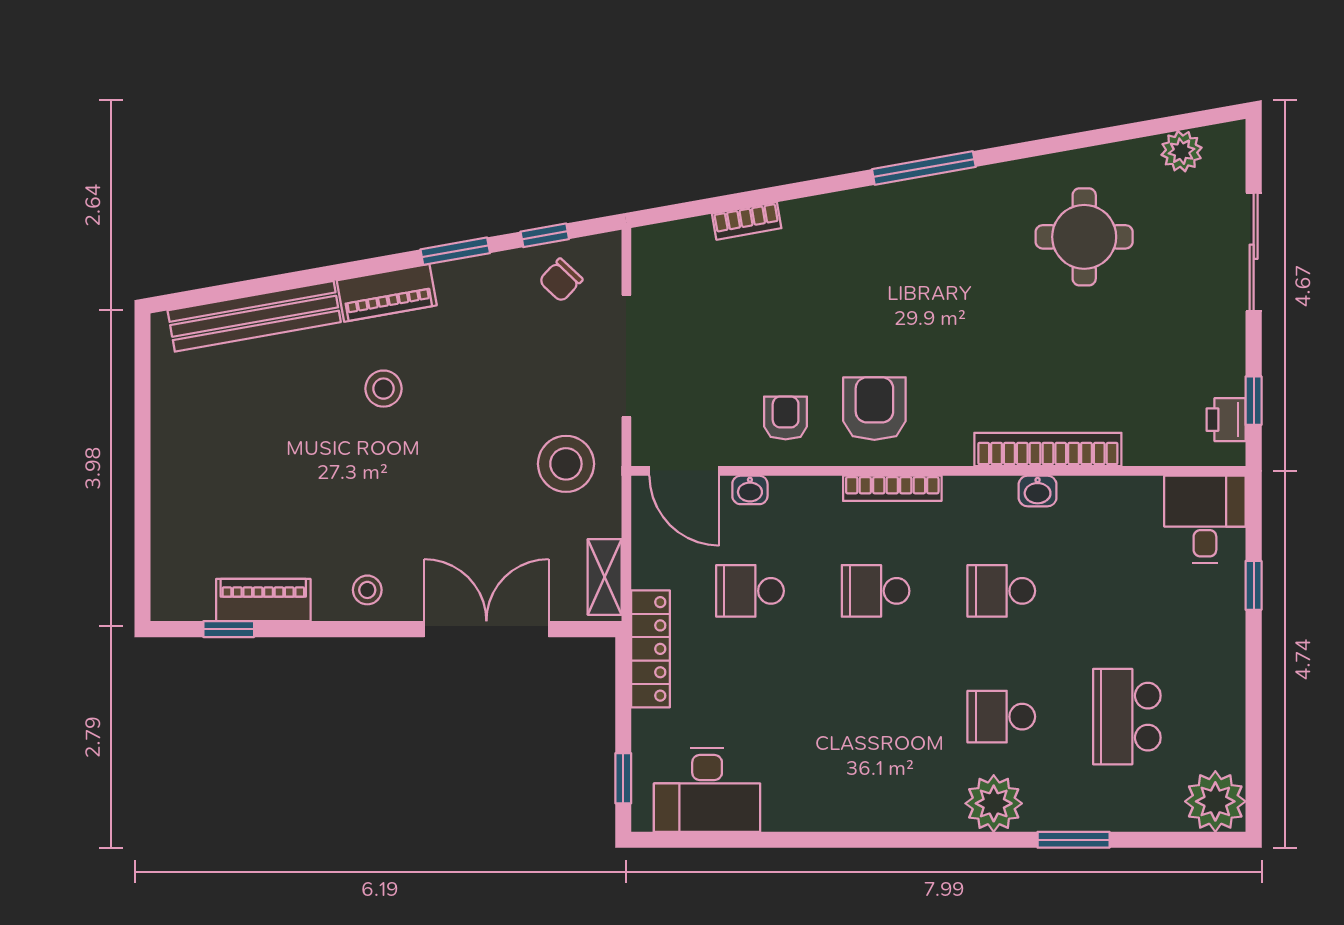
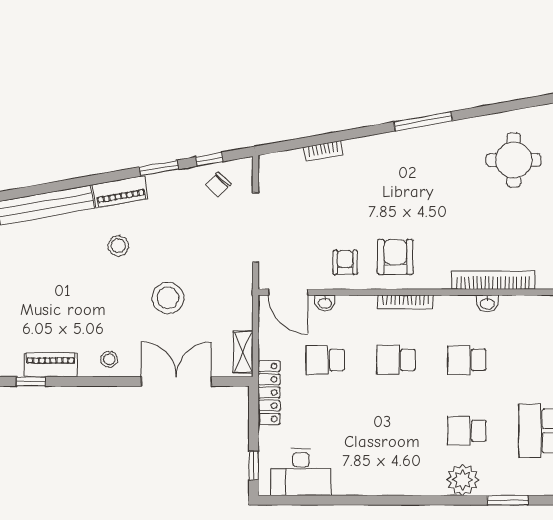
stool: (566, 464) -> (168, 298), moved

